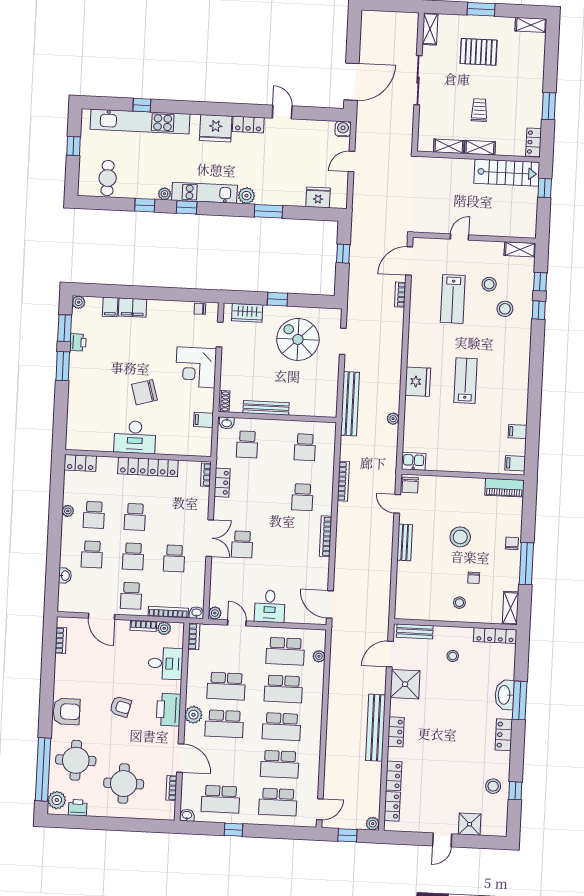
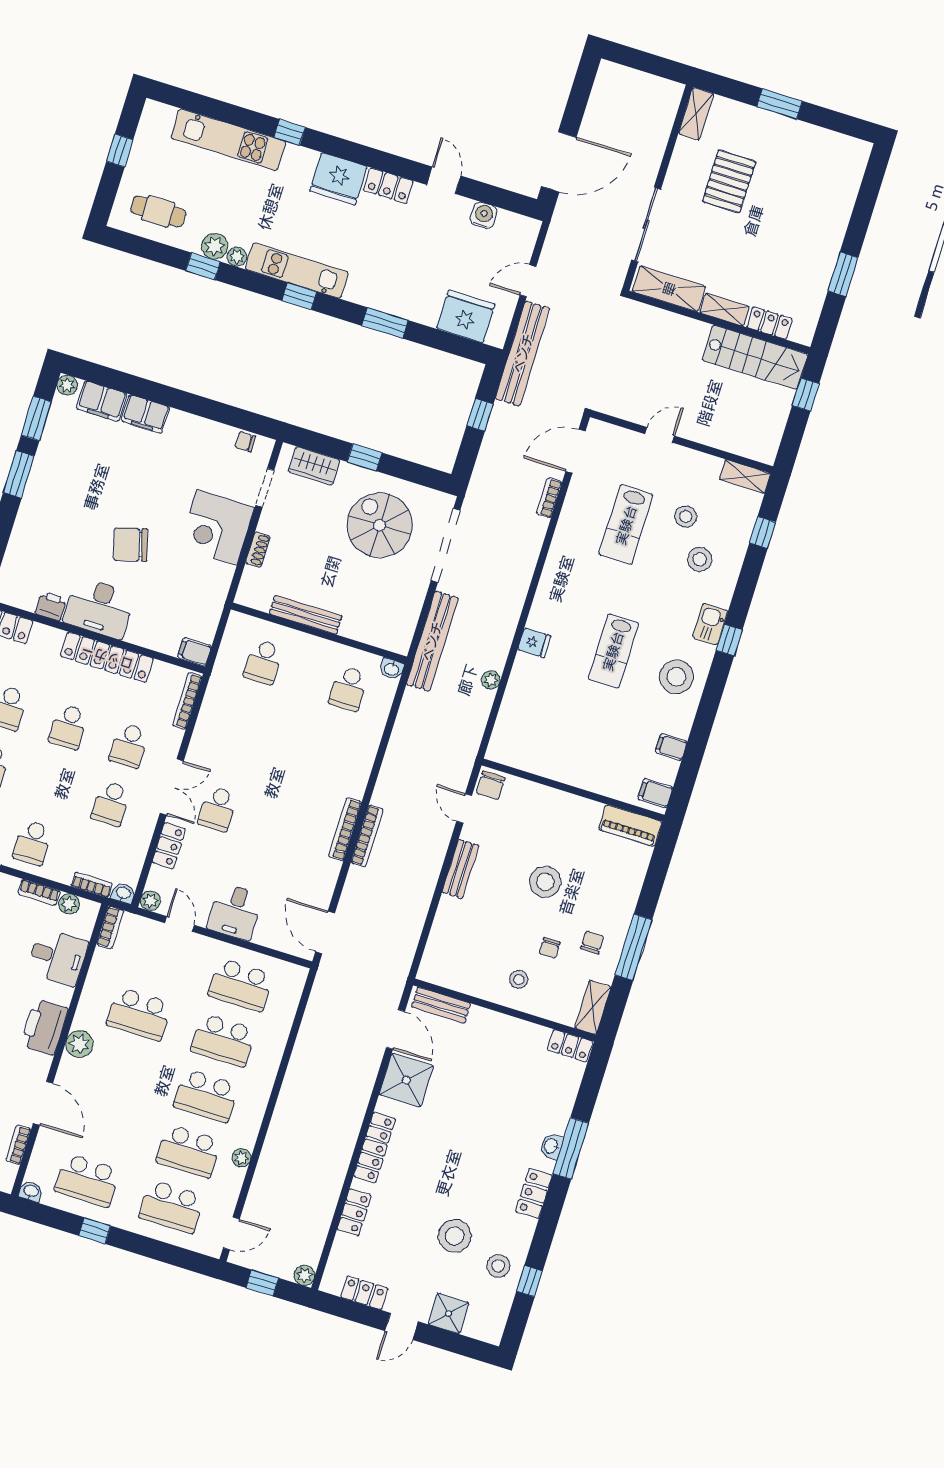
shelving: (531, 25) -> (848, 146), removed
pallet: (479, 52) -> (729, 181), moved, turned 90
sliding door: (418, 80) -> (646, 225), moved
window: (142, 105) -> (290, 132), moved
trolley: (479, 110) -> (738, 253), removed
kitchen unit: (140, 122) -> (228, 140), width x0.73
water cooler: (343, 129) -> (484, 215), moved
locker: (534, 142) -> (769, 323), moved, turned 90
shelving: (449, 146) -> (669, 289), width x1.50, depth x1.33
cafe table: (108, 178) -> (158, 211), turned 90
plant: (246, 196) -> (215, 246), moved
fridge: (318, 197) -> (466, 316), width x1.36, depth x1.34
window: (187, 207) -> (299, 296), moved
filing cabinet: (110, 307) -> (102, 401), width x2.00
window: (539, 310) -> (729, 640), moved
doorway: (343, 341) -> (446, 545), width x1.88
printer: (78, 342) -> (51, 606), moved, turned -90
lab bench: (466, 381) -> (613, 651), turned 180
fridge: (418, 382) -> (534, 643), width x0.53, depth x0.75
stool: (509, 387) -> (676, 677), added
shoe rack: (224, 401) -> (258, 550), moved
filing cabinet: (204, 420) -> (195, 652), moved
washbasin: (227, 423) -> (392, 669), moved
kitchen sink: (414, 461) -> (710, 624), moved, turned -90
bookcase: (206, 475) -> (187, 701), width x1.56
bookcase: (343, 481) -> (367, 836), moved
locker: (222, 483) -> (169, 846), moved
school desk: (302, 497) -> (325, 762), removed
chair: (512, 543) -> (592, 942), moved
school desk: (133, 556) -> (129, 746), moved
bookcase: (168, 612) -> (92, 885), width x0.64
locker: (495, 636) -> (570, 1046), width x0.66
door: (390, 654) -> (395, 1029), swing flipped
plant: (319, 656) -> (241, 1158), moved
stool: (453, 656) -> (455, 1236), moved, width x1.89, depth x1.89
washbasin: (505, 695) -> (551, 1146), width x0.52, depth x0.69
school desk: (224, 724) -> (122, 1069), removed
bench: (376, 728) -> (523, 353), moved
locker: (396, 732) -> (374, 1148), width x1.53
locker: (392, 806) -> (364, 1293), moved, turned -90

